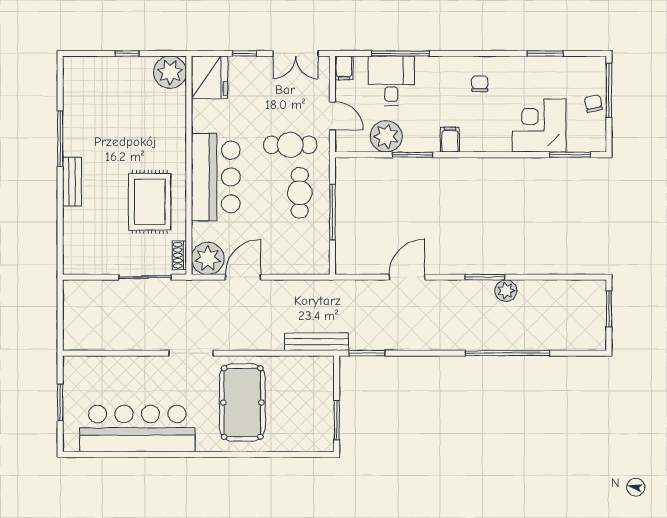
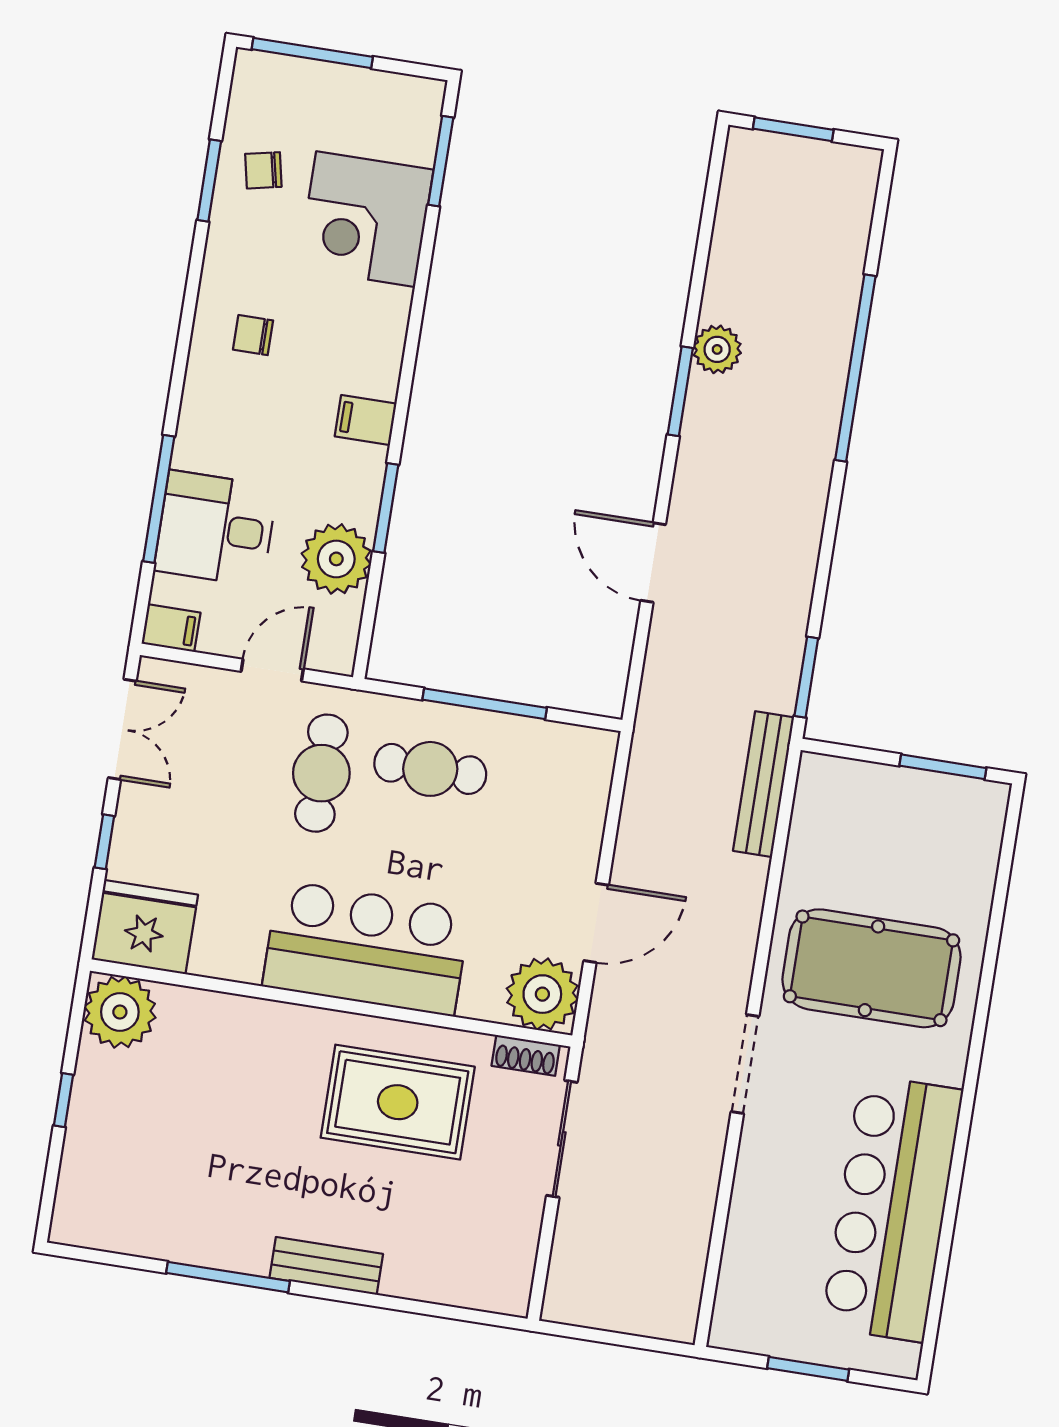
chair: (593, 104) -> (263, 170), moved
door: (243, 277) -> (596, 923), swing flipped

